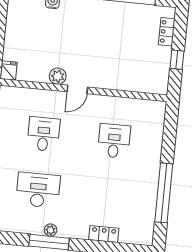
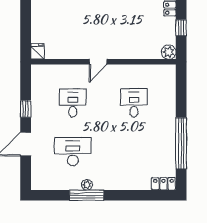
plant: (58, 76) -> (169, 52), moved
locker: (104, 234) -> (163, 184), moved

